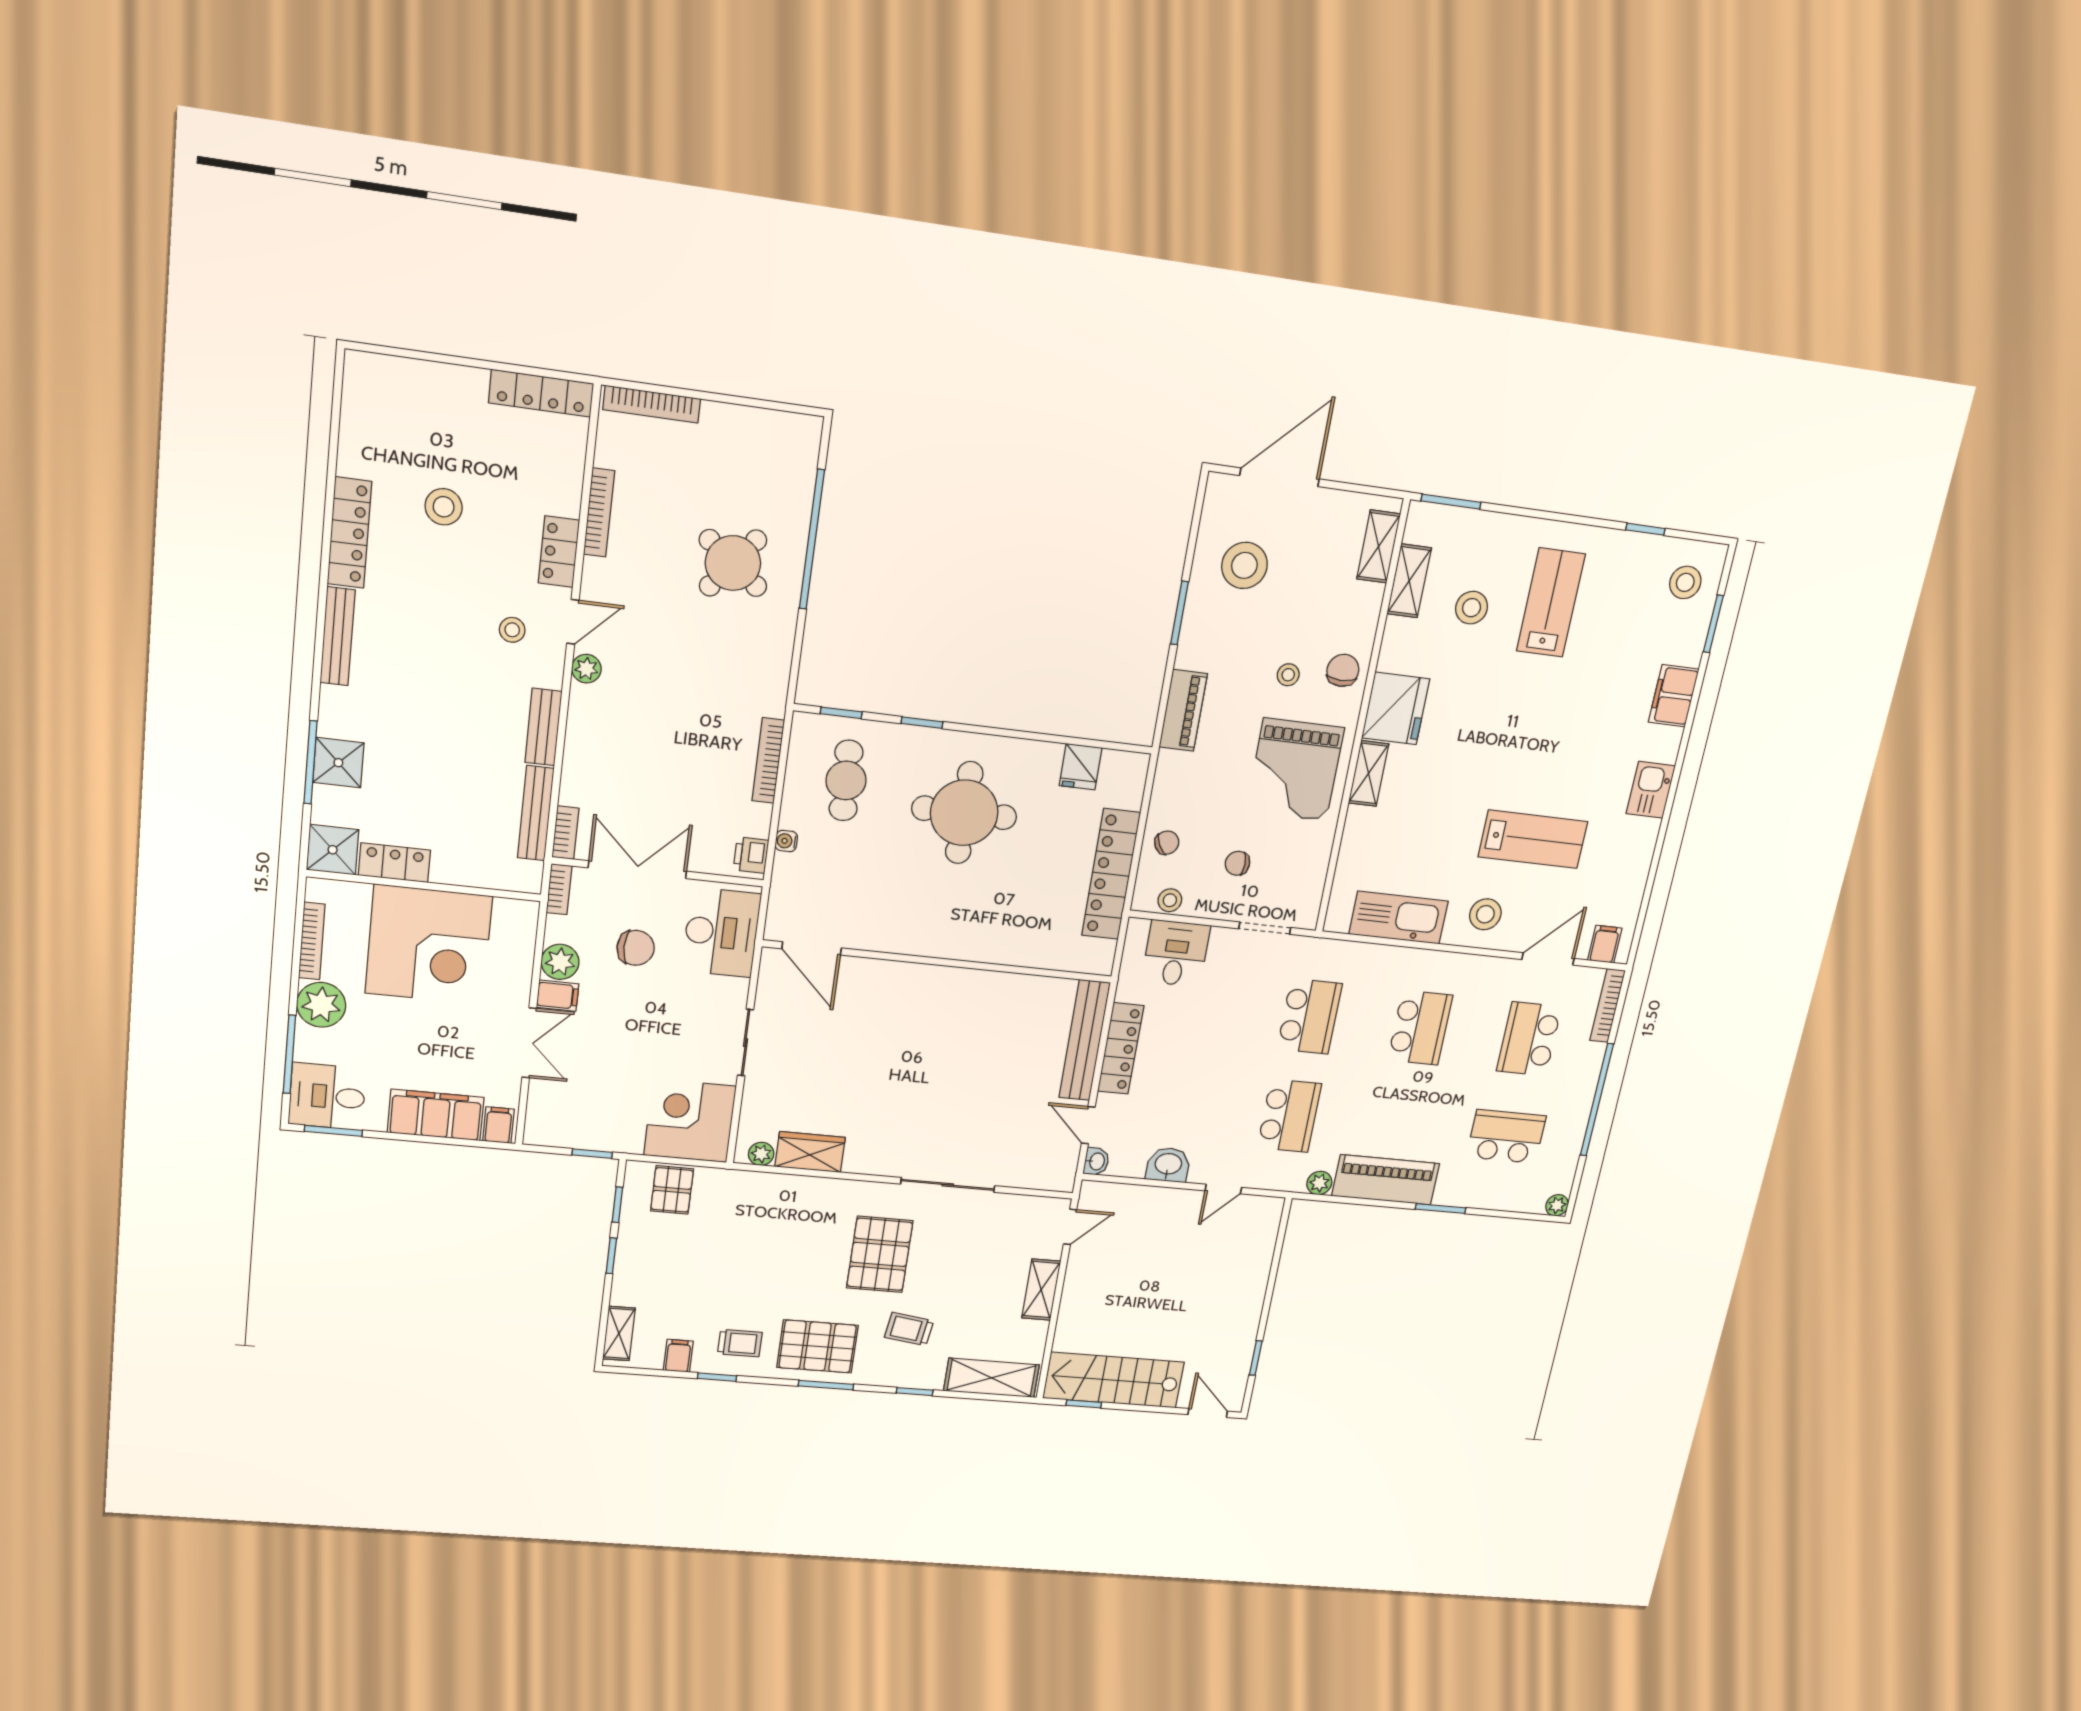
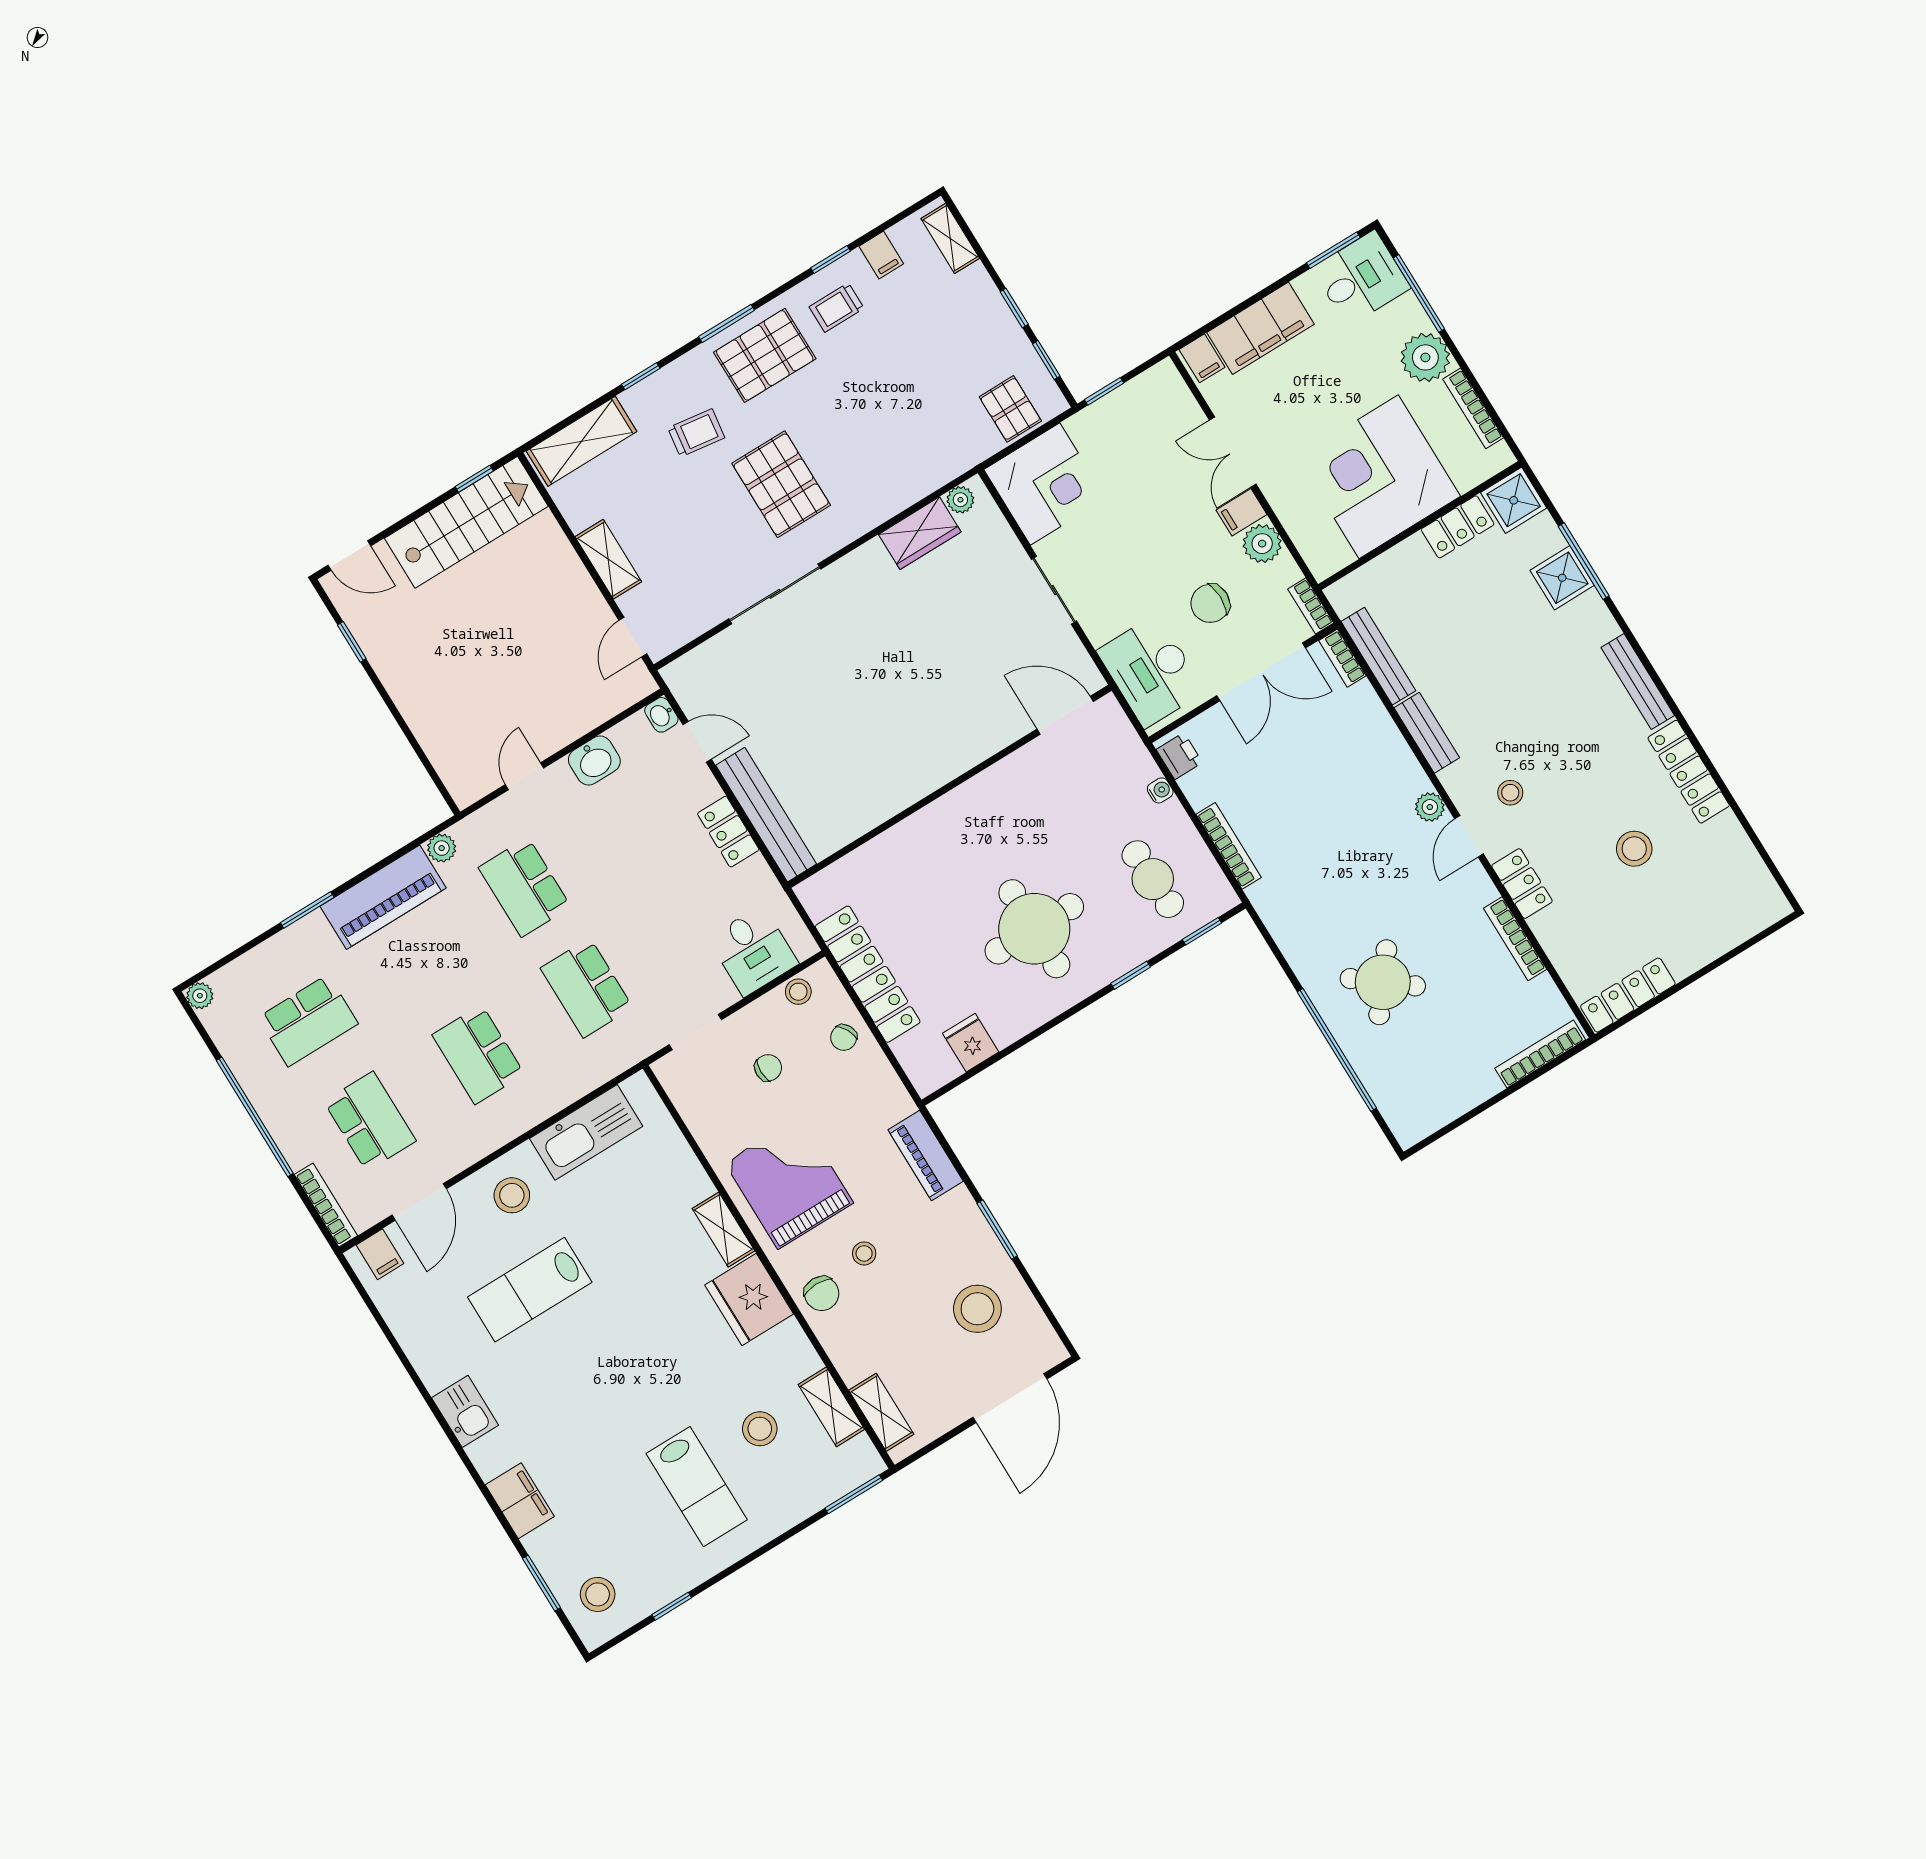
locker: (1121, 1049) -> (728, 832), width x0.66

